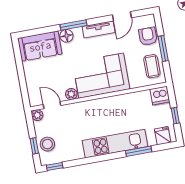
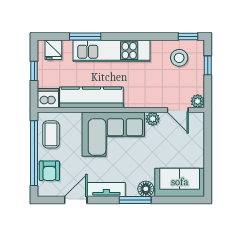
window: (163, 48) -> (34, 153), width x2.11
kitchen counter: (124, 103) -> (91, 97), added
stool: (47, 144) -> (179, 58), moved

